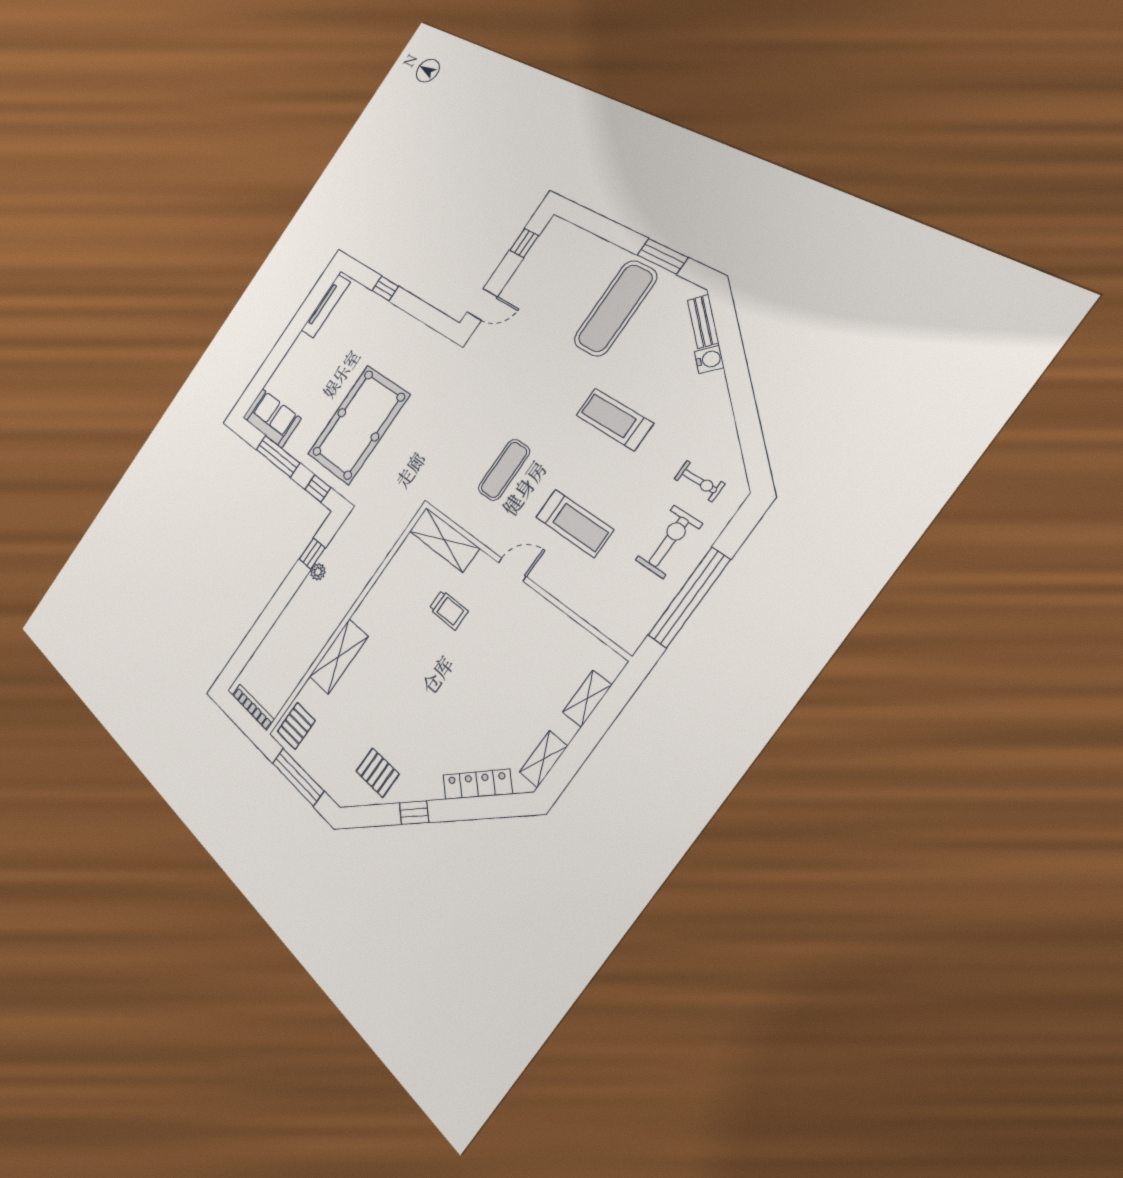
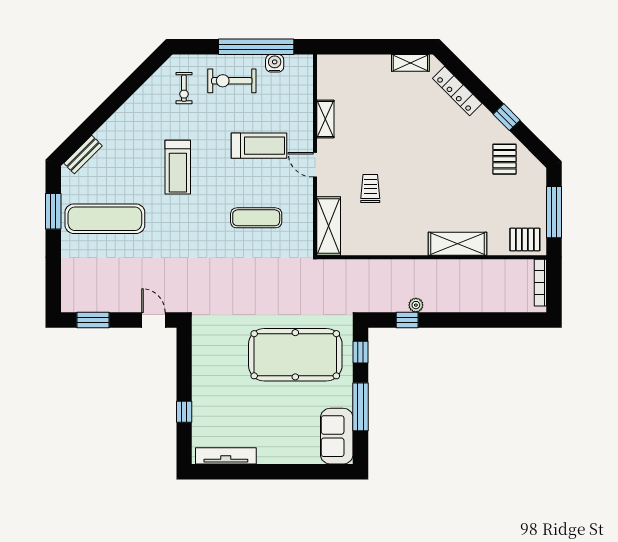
window: (524, 243) -> (93, 320), width x1.50
water cooler: (709, 360) -> (275, 63), moved, turned 45
exercise bike: (699, 481) -> (184, 88), turned 180
treadmill: (574, 523) -> (259, 146), turned 90
shelving: (587, 699) -> (325, 119), moved, turned 90

